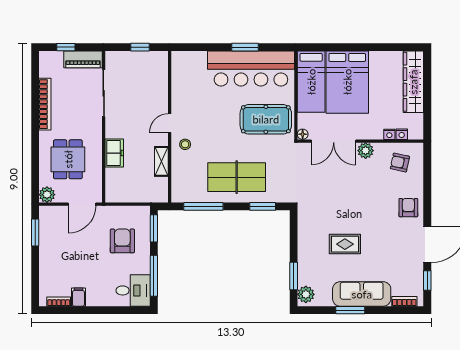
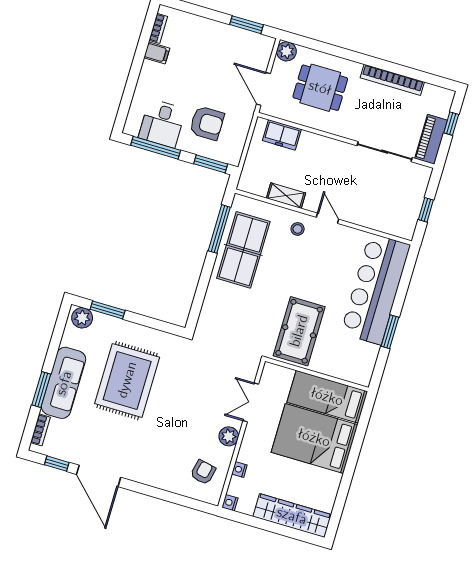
bar counter: (251, 69) -> (376, 289), moved
floor lamp: (303, 134) -> (269, 369), removed
nightstand: (402, 134) -> (230, 503), moved
double door: (334, 141) -> (251, 402), width x0.73
freezer: (114, 153) -> (282, 135), moved
table tennis table: (237, 177) -> (243, 250), moved
window: (263, 206) -> (199, 298), removed
armchair: (408, 208) -> (148, 467), removed
rug: (345, 244) -> (127, 380), width x1.86, depth x2.06
desk: (133, 290) -> (162, 123), moved
window: (350, 310) -> (41, 390), moved

